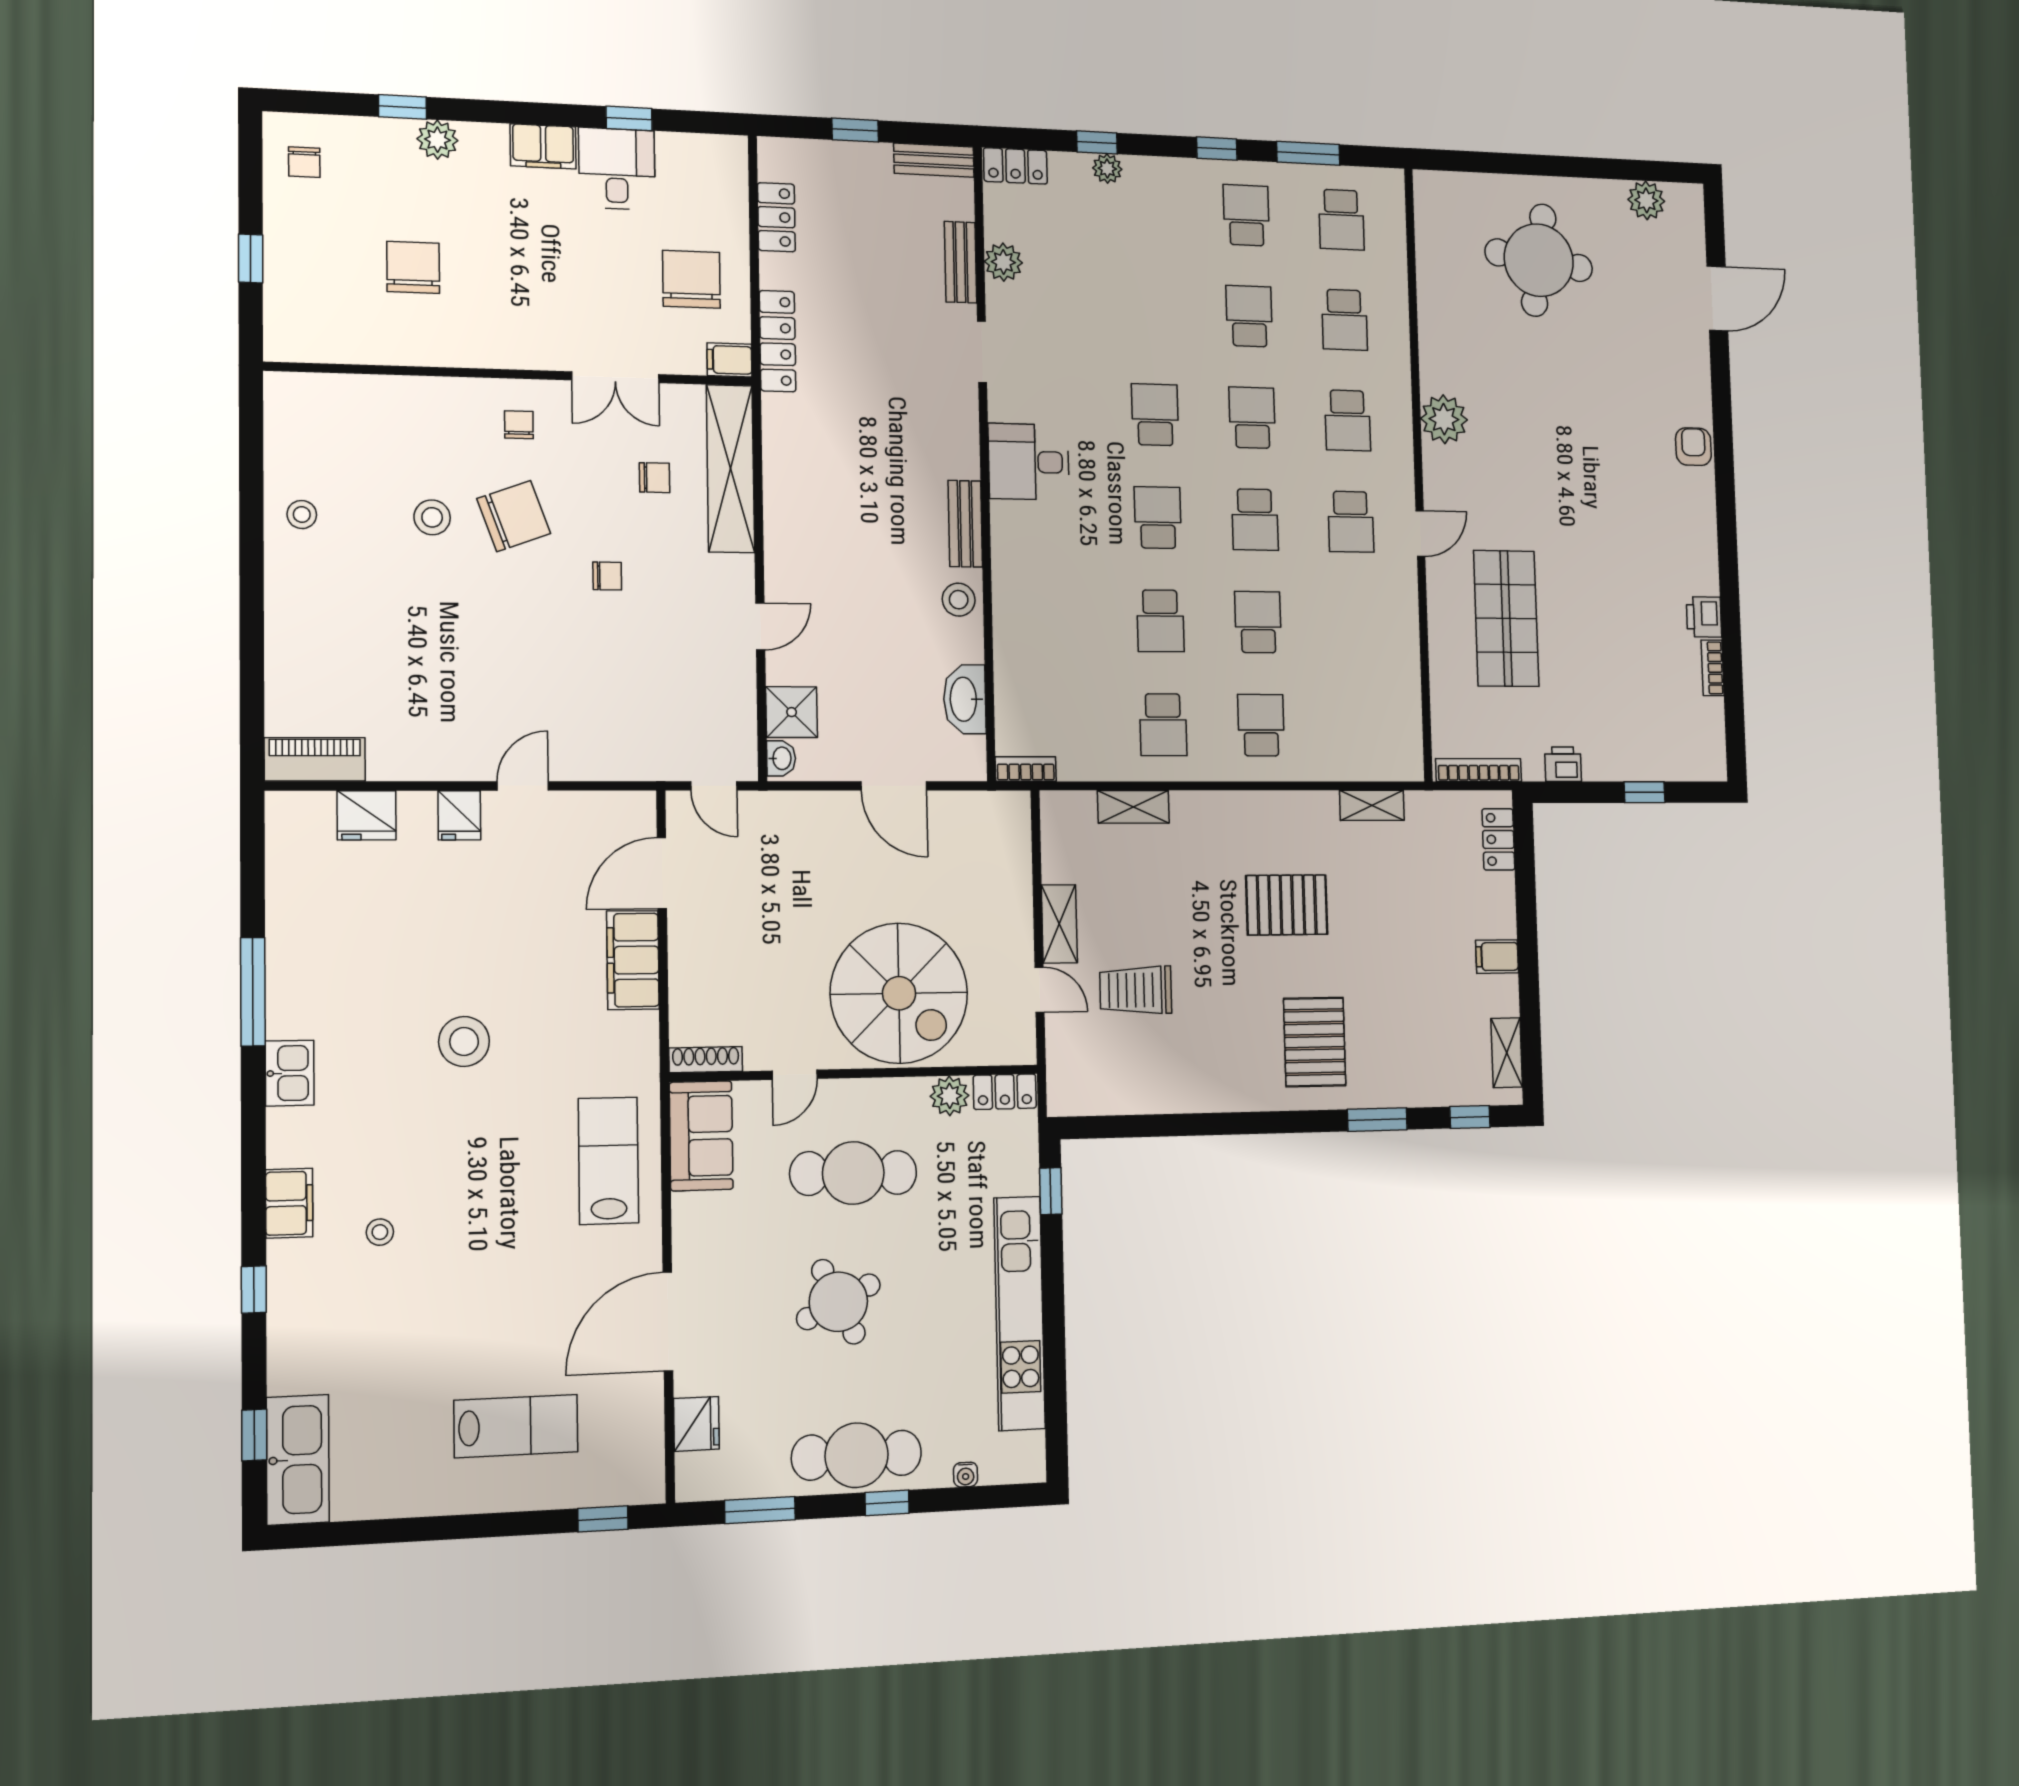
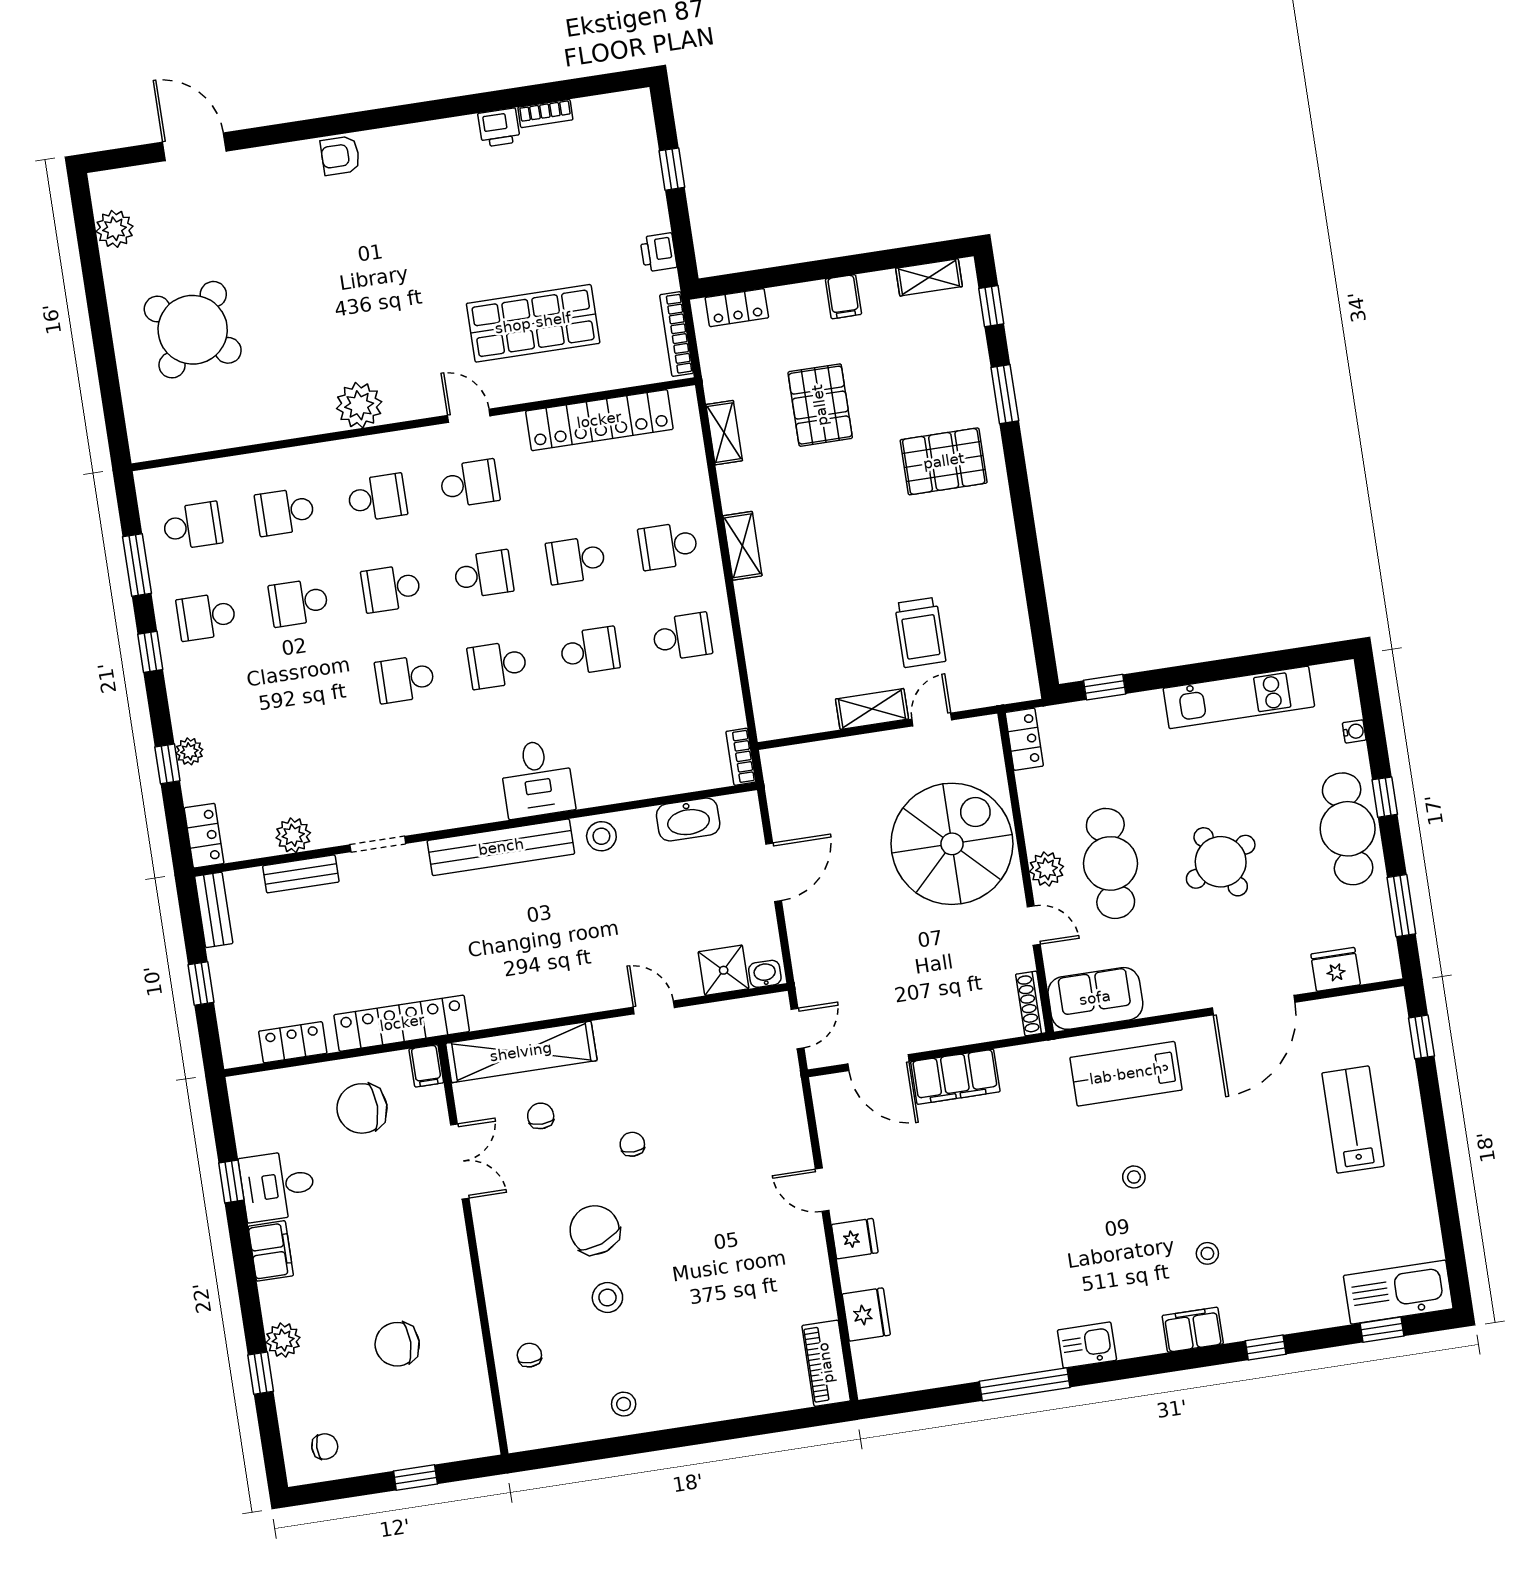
round table: (1539, 260) -> (193, 330), turned 31
school desk: (1344, 320) -> (285, 512), turned 180
locker: (778, 341) -> (402, 1023), width x1.41, depth x1.21
chair: (519, 425) -> (529, 1355), moved, turned 90
desk: (1029, 462) -> (537, 779), moved
bench: (965, 524) -> (501, 847), width x1.86, depth x1.21
locker: (1400, 672) -> (599, 420), added
shelving: (1133, 807) -> (742, 546), moved
pallet: (1287, 905) -> (820, 405), moved
stool: (464, 1041) -> (1134, 1177), moved, width x0.53, depth x0.53
plant: (950, 1096) -> (1047, 869), moved
kitchen unit: (1020, 1313) -> (1239, 697), width x0.73
door: (668, 1322) -> (1254, 1005), hinge flipped

